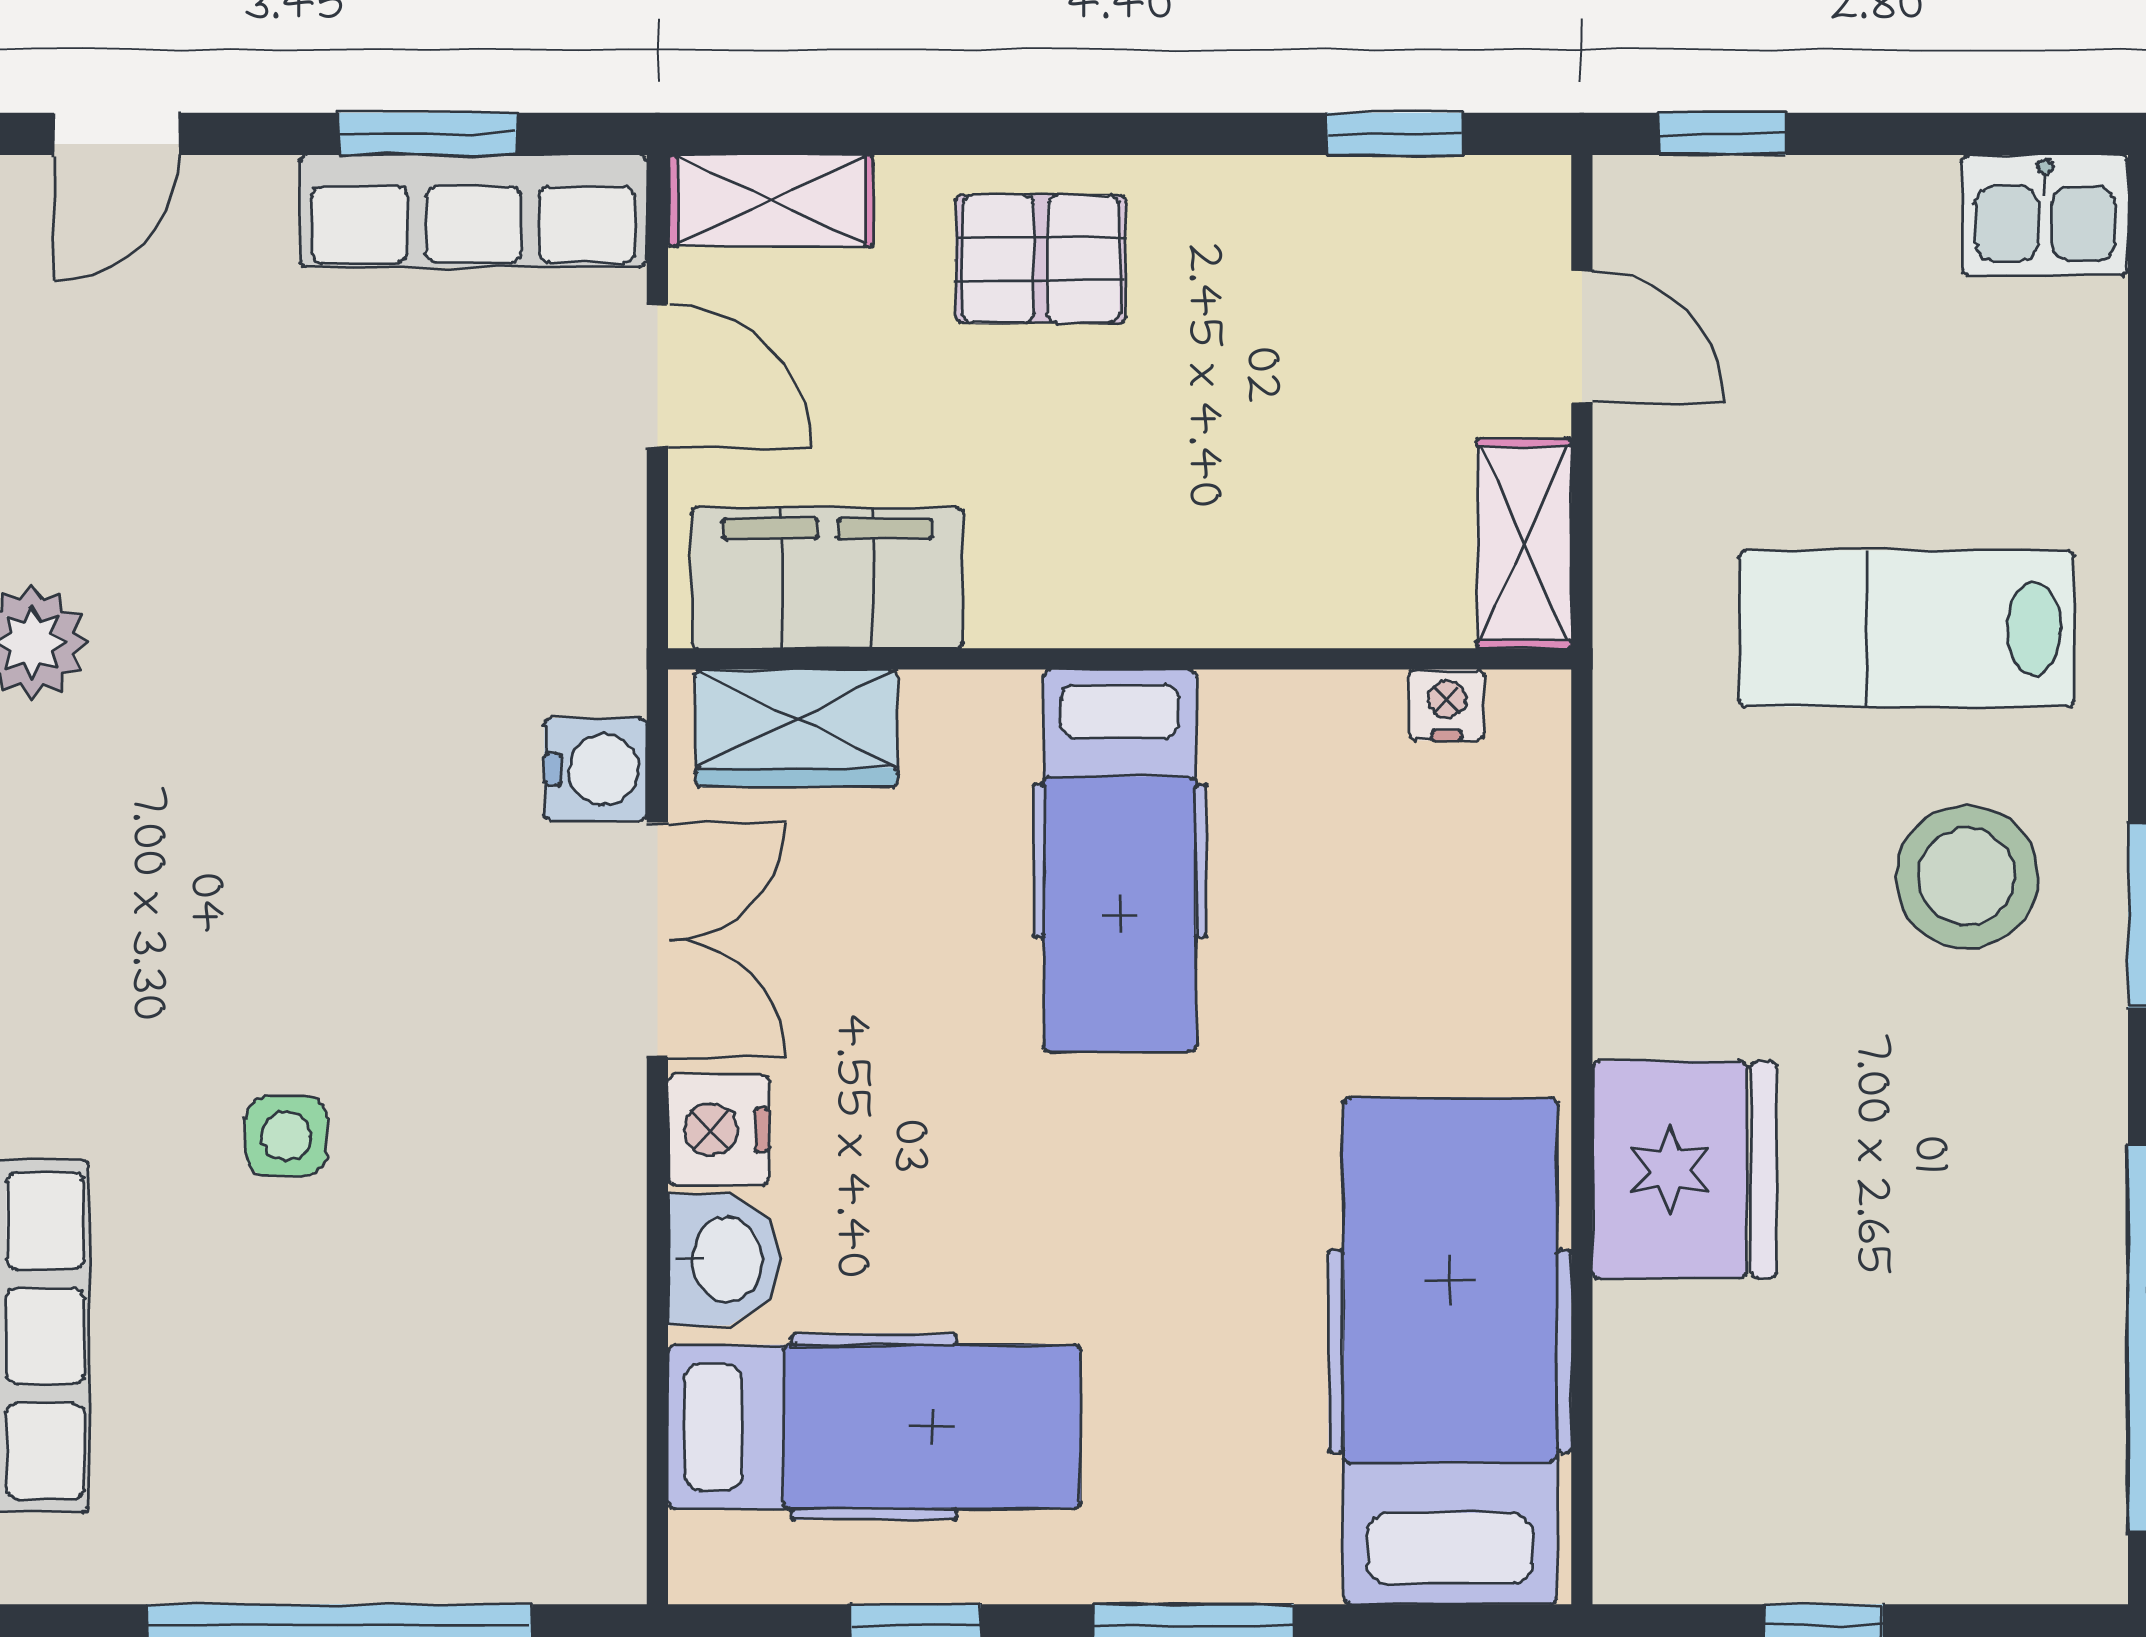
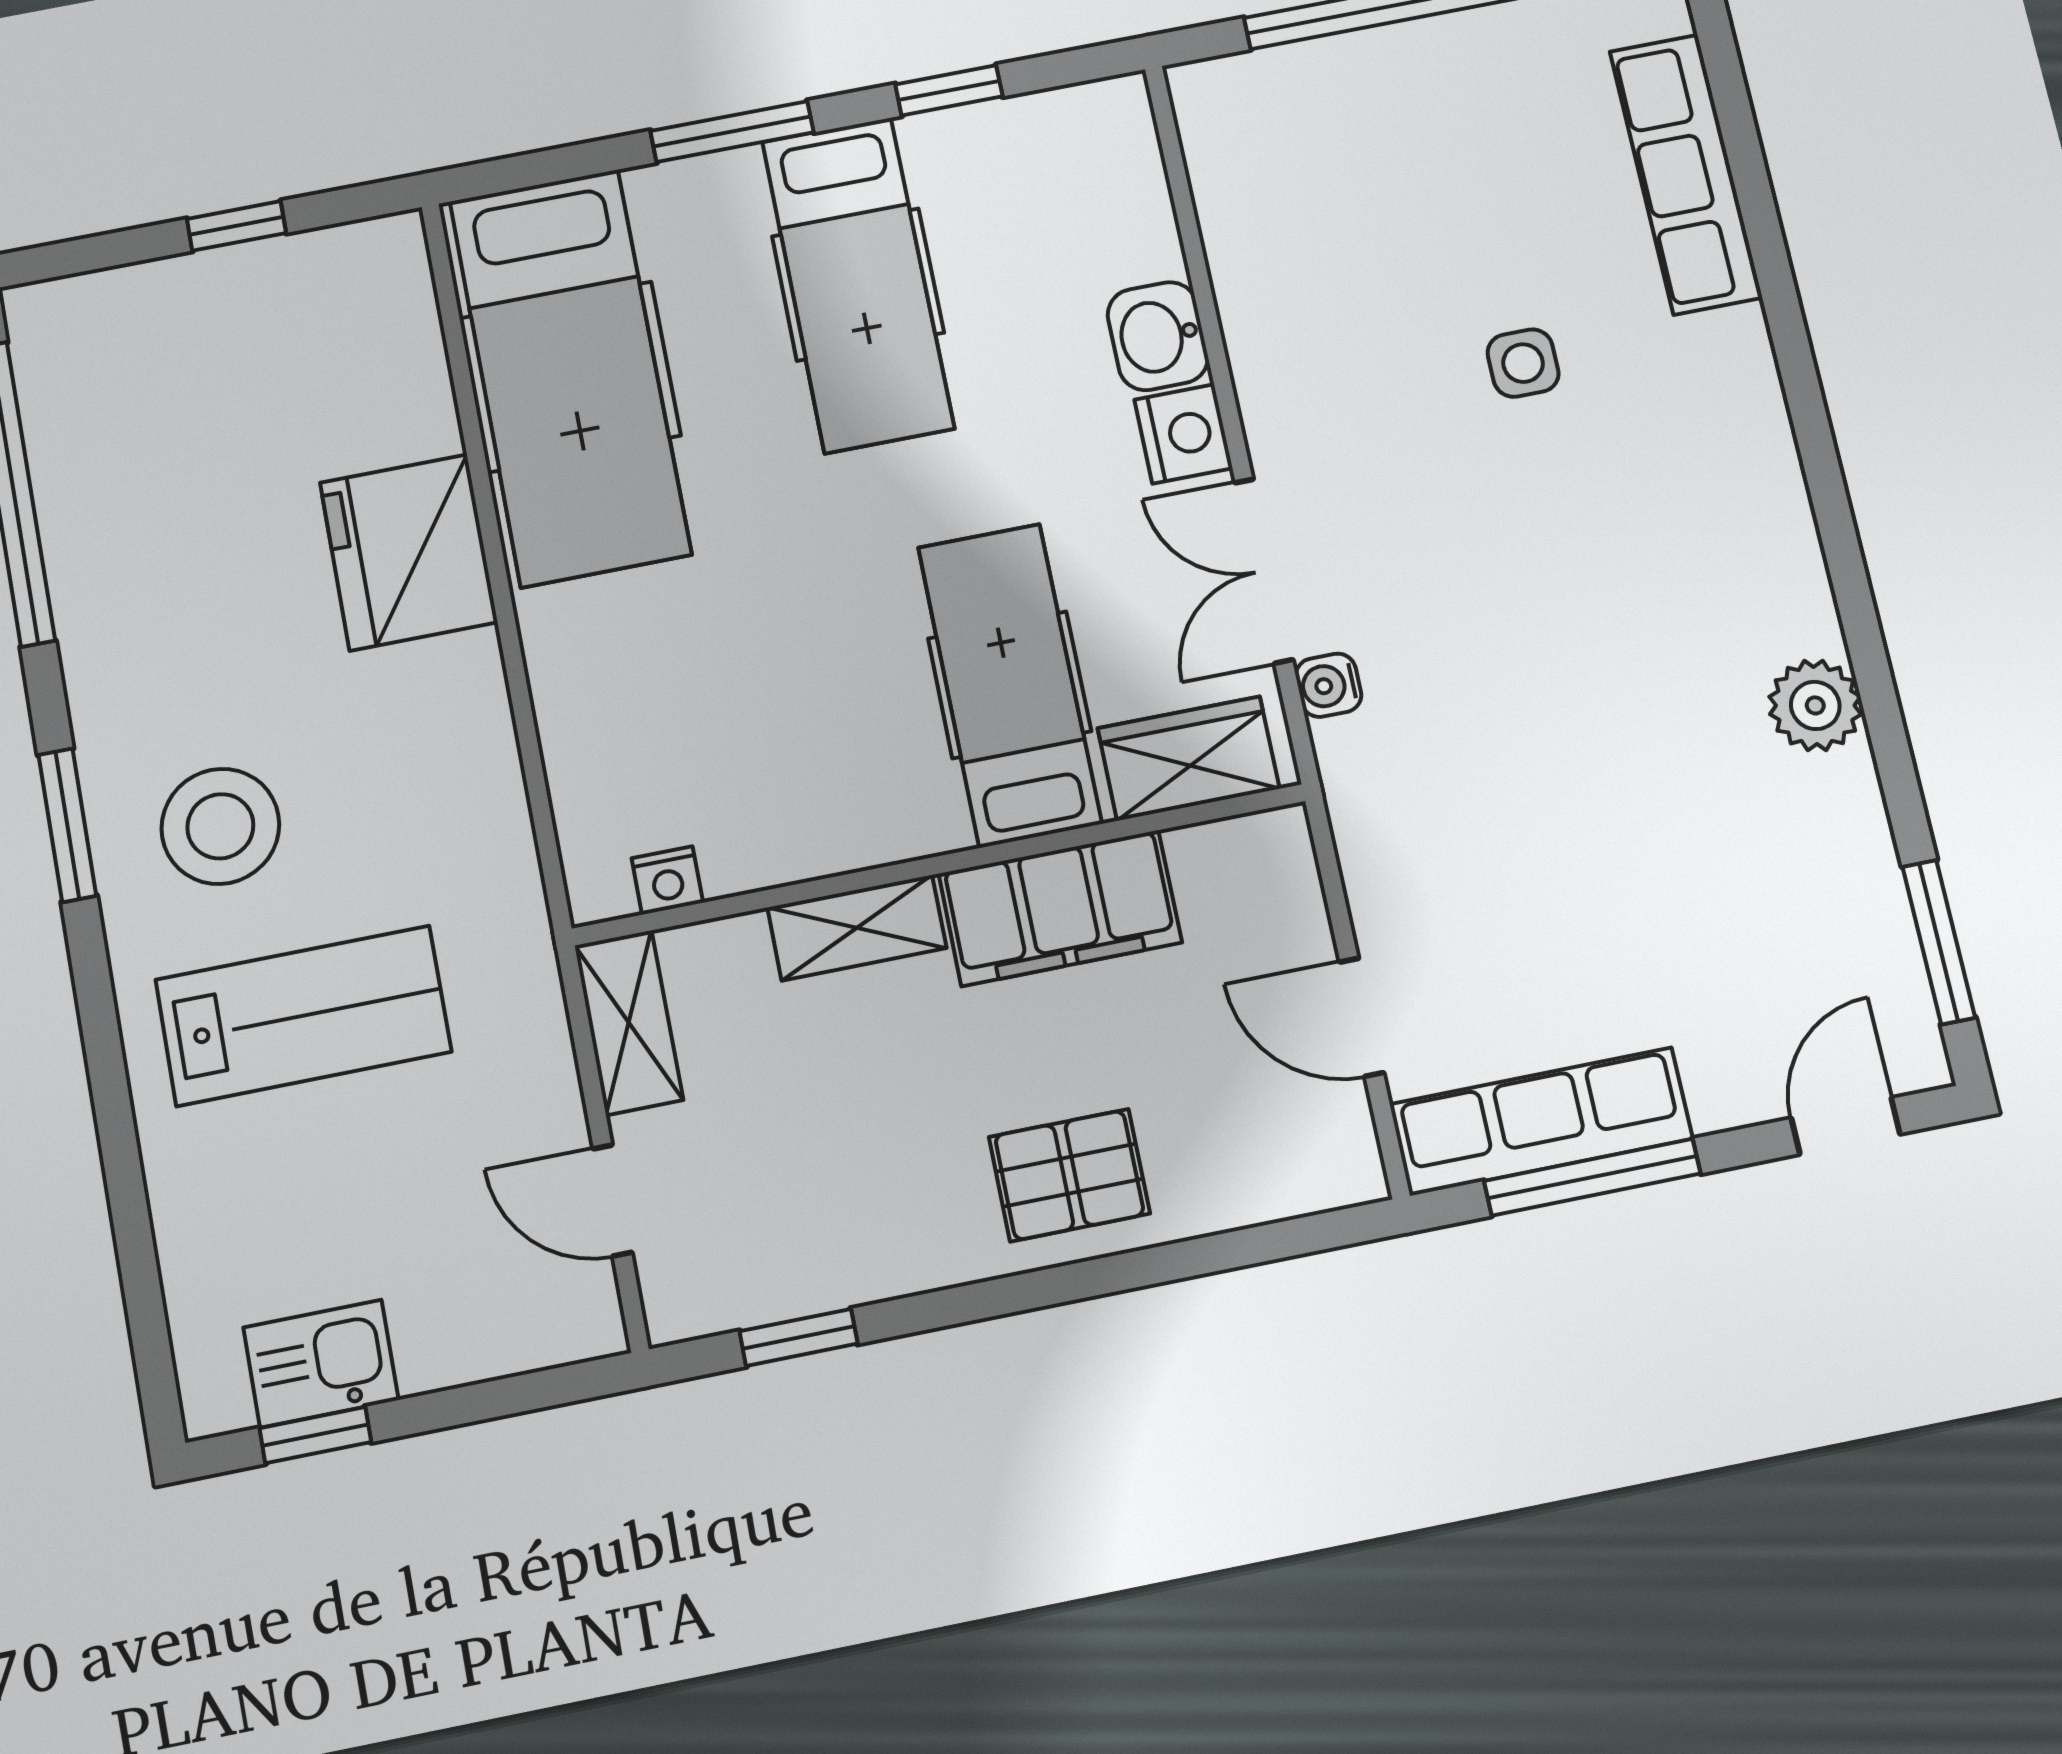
window: (428, 134) -> (1592, 1177), width x1.44
window: (1722, 134) -> (315, 1435), moved
shelving: (771, 200) -> (857, 928), moved
kitchen sink: (2045, 215) -> (321, 1364), moved
filing cabinet: (827, 578) -> (1060, 908), moved
water cooler: (596, 769) -> (1329, 685), width x0.72, depth x0.72
hospital bed: (1120, 861) -> (1010, 685), moved
hospital bed: (874, 1427) -> (858, 284), moved, turned -90

